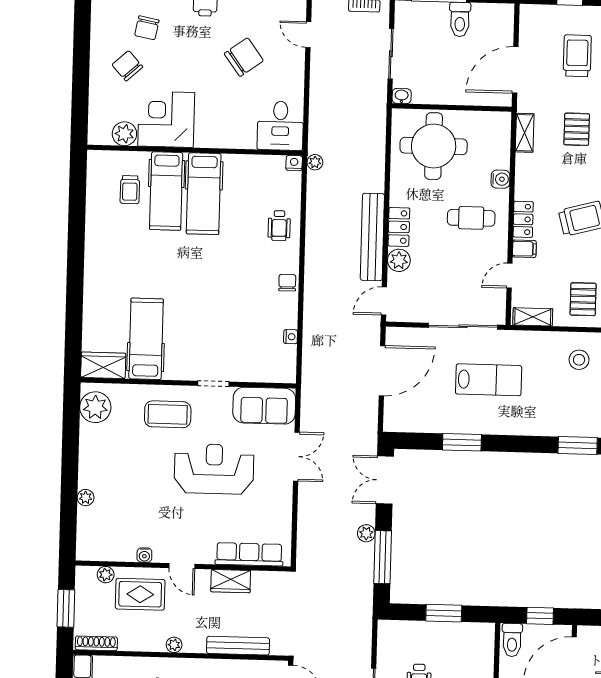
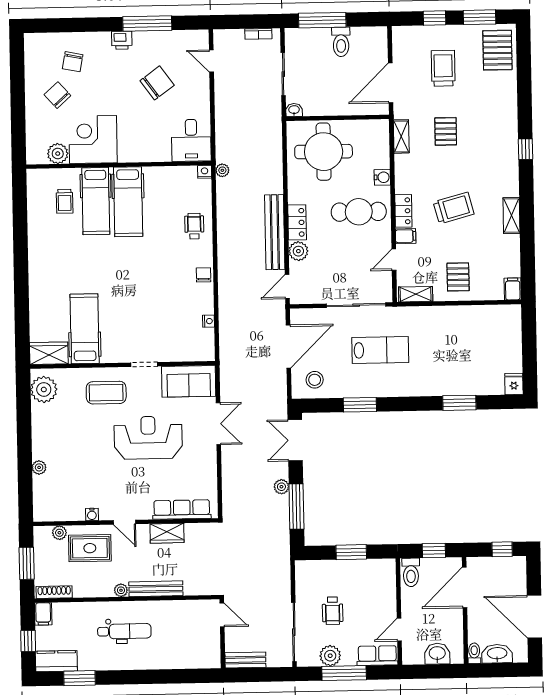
cafe table: (471, 218) -> (359, 212), width x1.37, depth x1.35
wheelchair: (279, 226) -> (194, 226), turned 180
stool: (579, 360) -> (315, 380), moved
bench: (238, 646) -> (156, 589), moved

